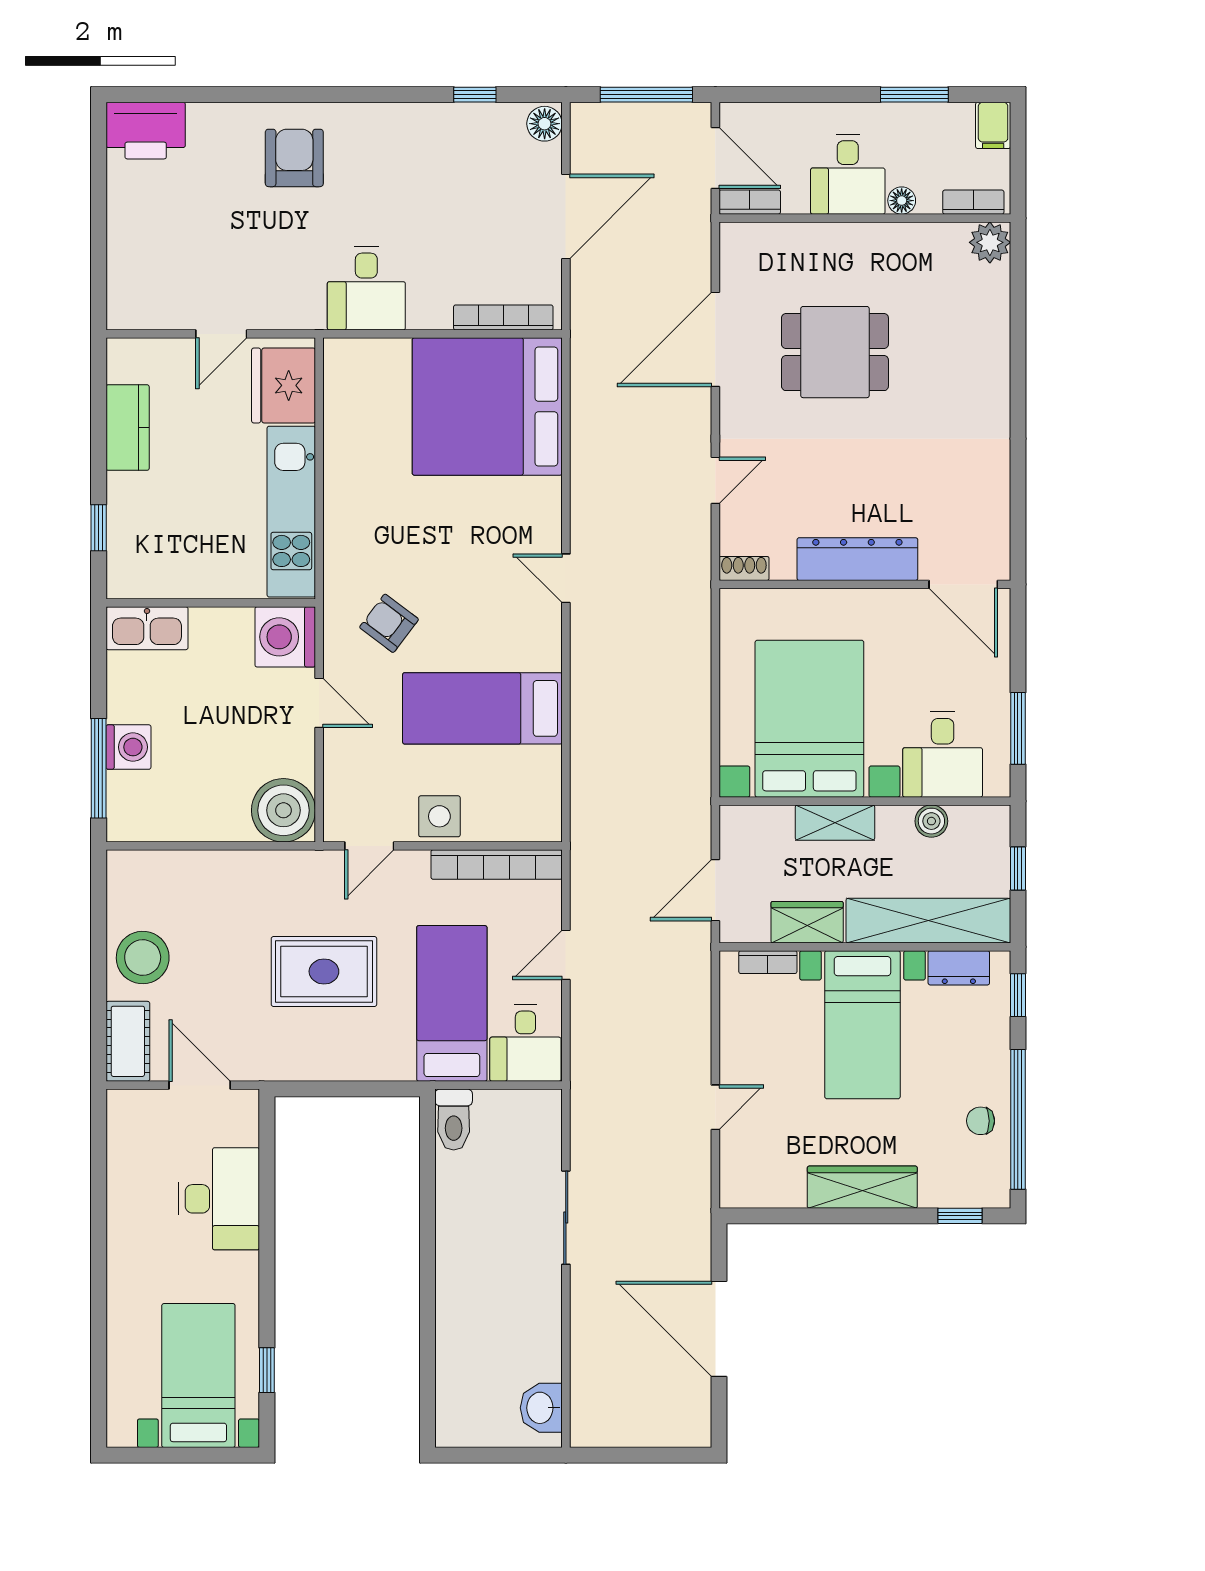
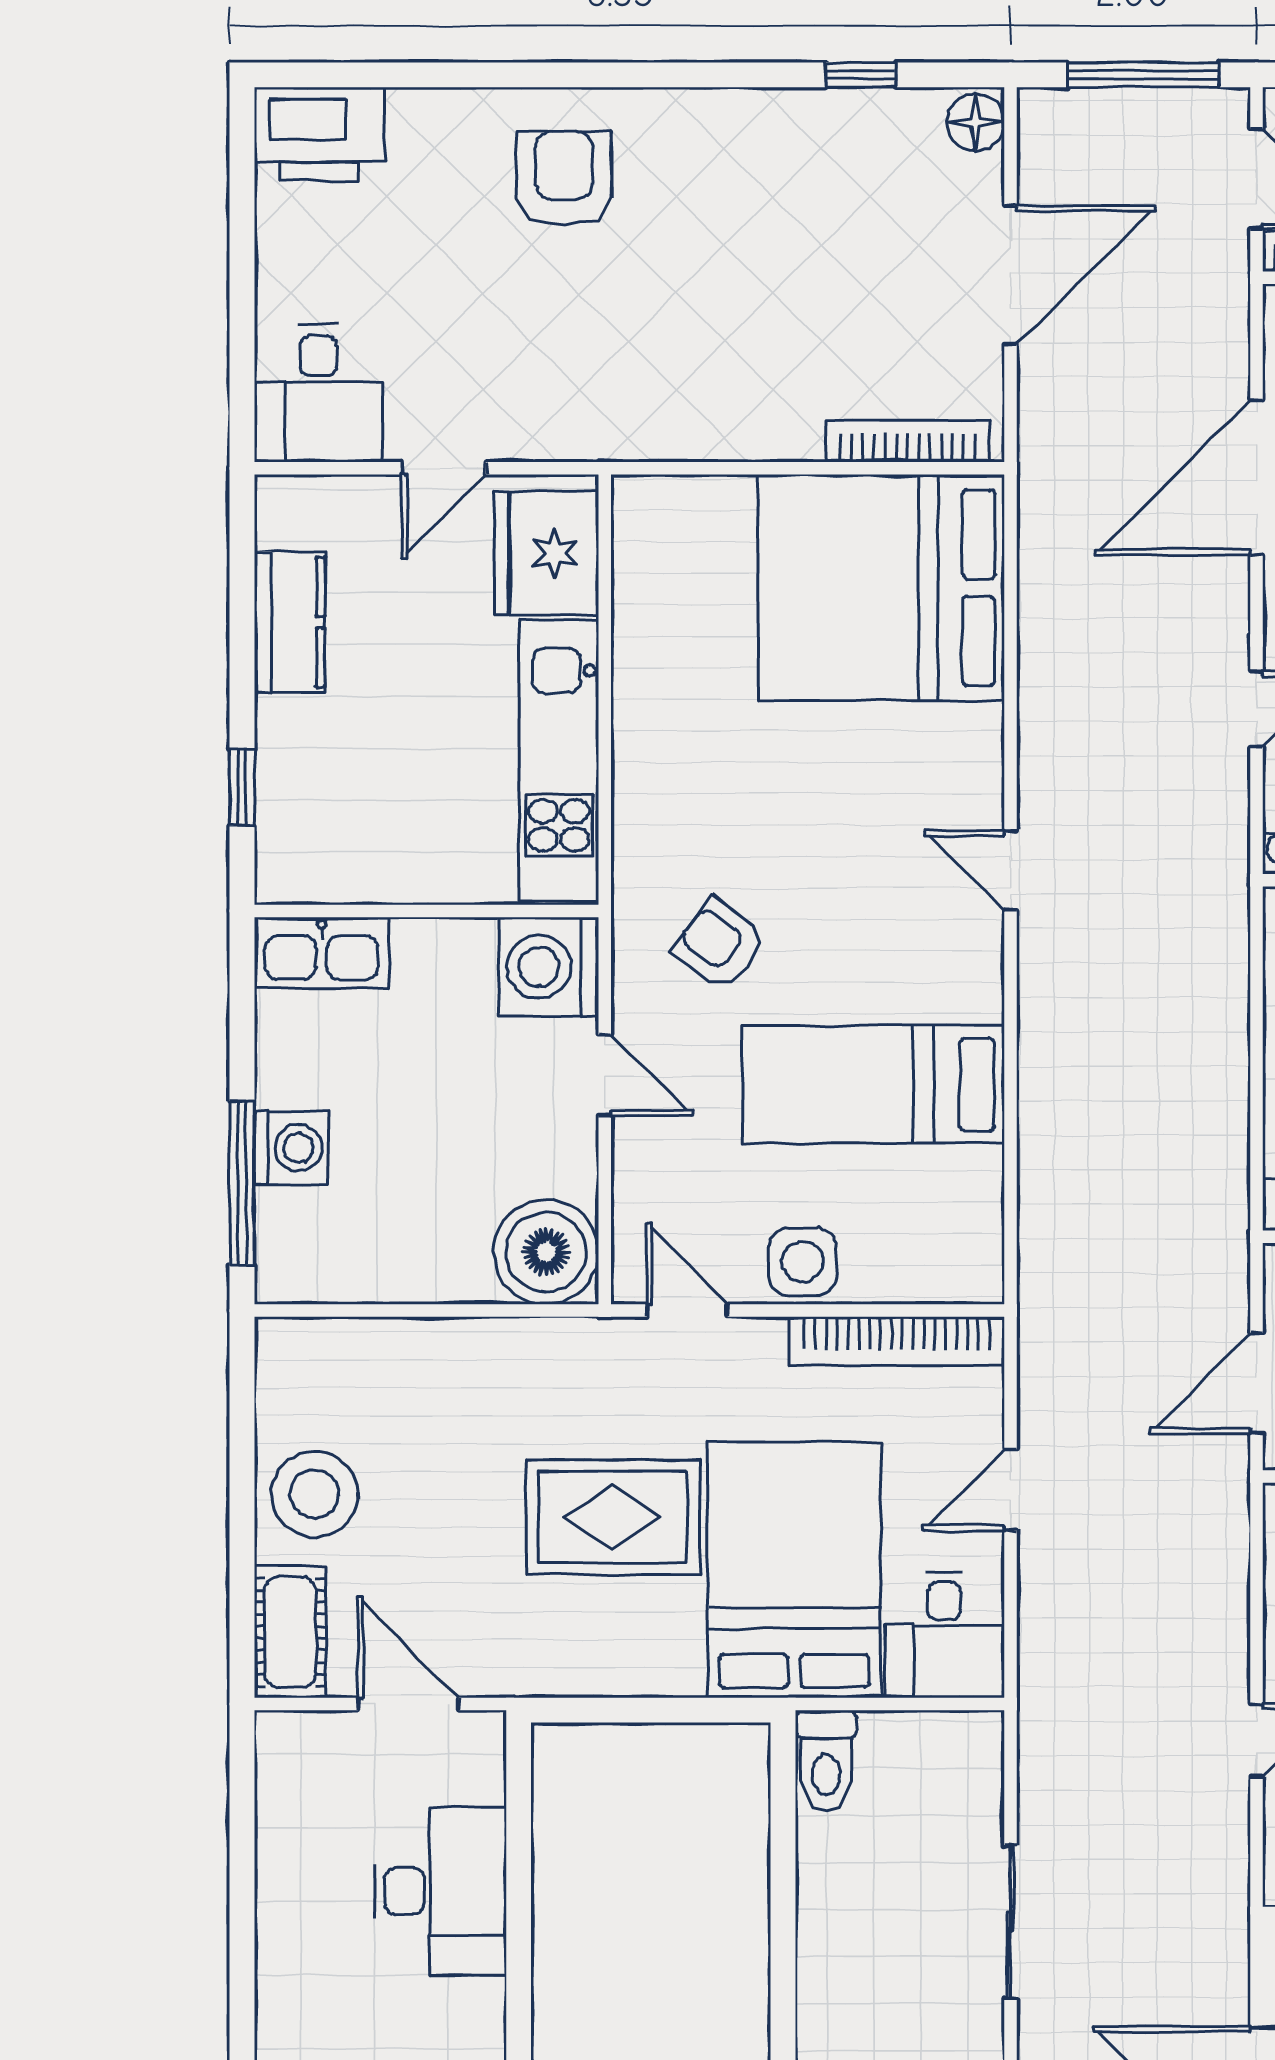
desk: (366, 288) -> (318, 393), moved
door: (369, 846) -> (687, 1311), swing flipped
bed: (452, 1003) -> (794, 1570), width x1.50

